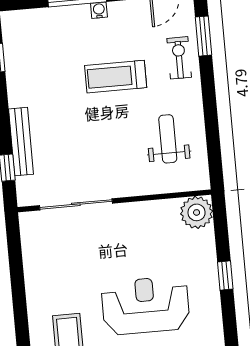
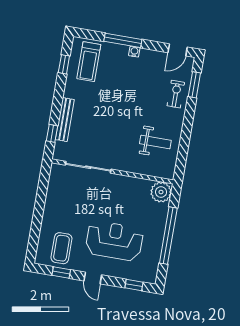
treadmill: (116, 77) -> (89, 62), moved, turned -90
weight bench: (168, 139) -> (155, 142), turned 90
window: (225, 276) -> (168, 236), width x3.17

